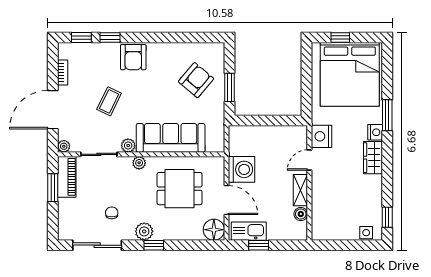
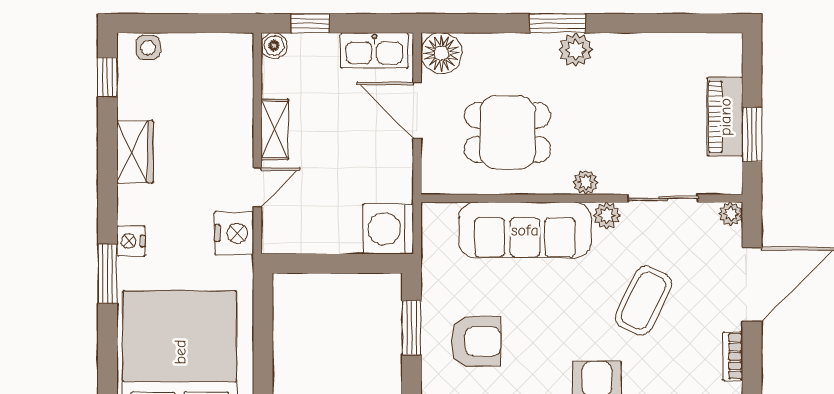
armchair: (196, 80) -> (476, 341), turned -130
coffee table: (109, 101) -> (644, 301), width x1.36, depth x1.30
wardrobe: (373, 158) -> (135, 152), moved
washing machine: (241, 169) -> (388, 229), moved
piano: (67, 177) -> (725, 117), moved
chair: (112, 213) -> (638, 86), removed
boiler: (301, 214) -> (274, 46), moved
sliding door: (97, 245) -> (666, 23), removed
window: (154, 245) -> (557, 23), width x1.50
window: (259, 245) -> (310, 23), moved

